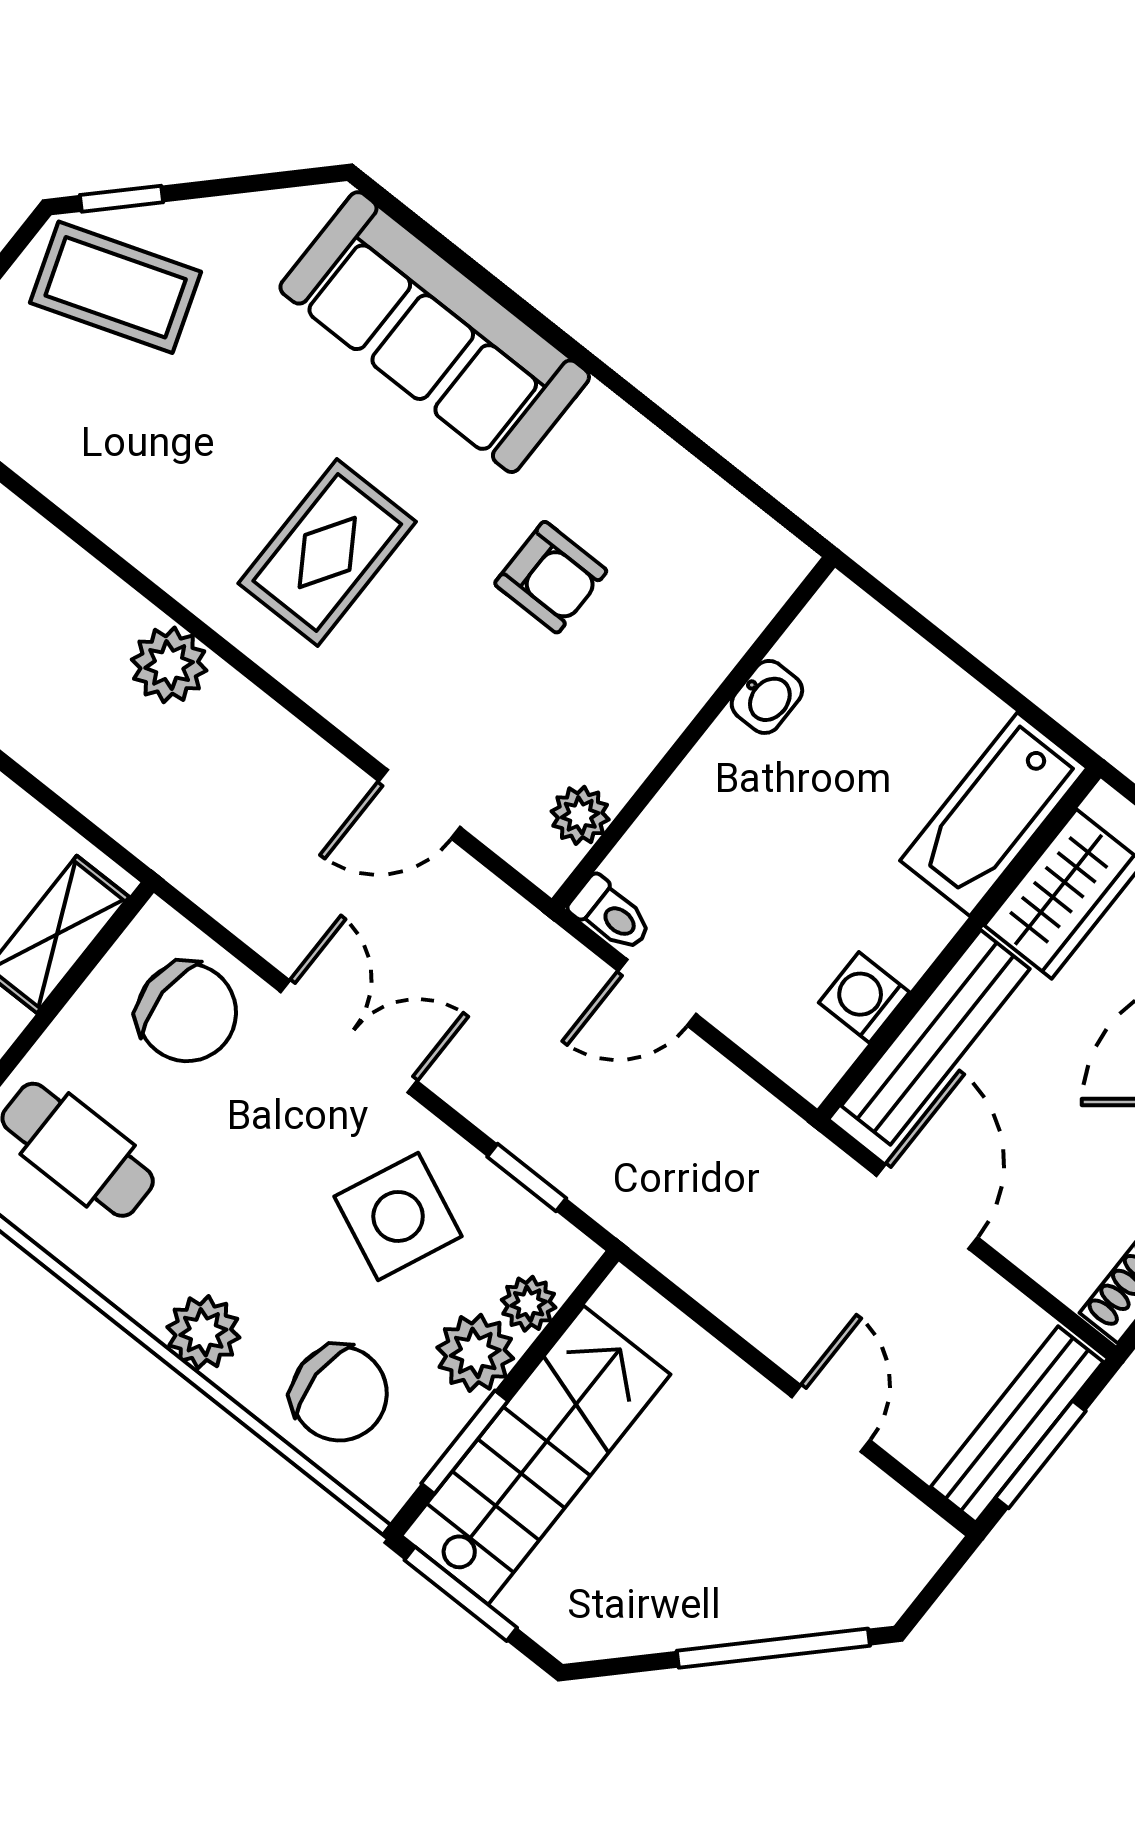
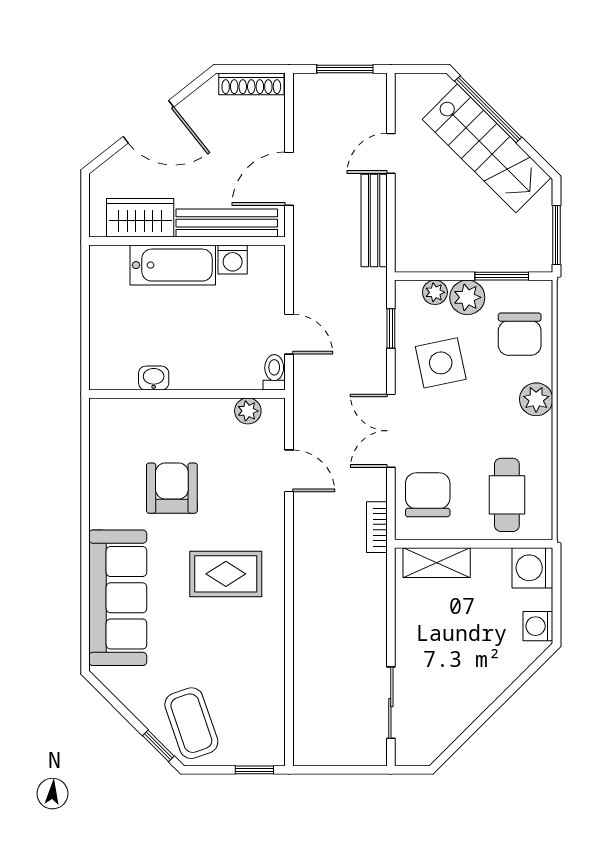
armchair: (551, 577) -> (172, 488), width x1.38, depth x1.38
plant: (169, 665) -> (310, 598), removed
bathtub: (994, 814) -> (173, 265), moved
bookcase: (201, 879) -> (377, 527), added
side table: (398, 1216) -> (441, 363), turned -36
chair: (339, 1393) -> (520, 334), turned 180
bench: (1017, 1424) -> (374, 221), moved, turned 90
stairs: (536, 1455) -> (487, 148), moved, turned -135

